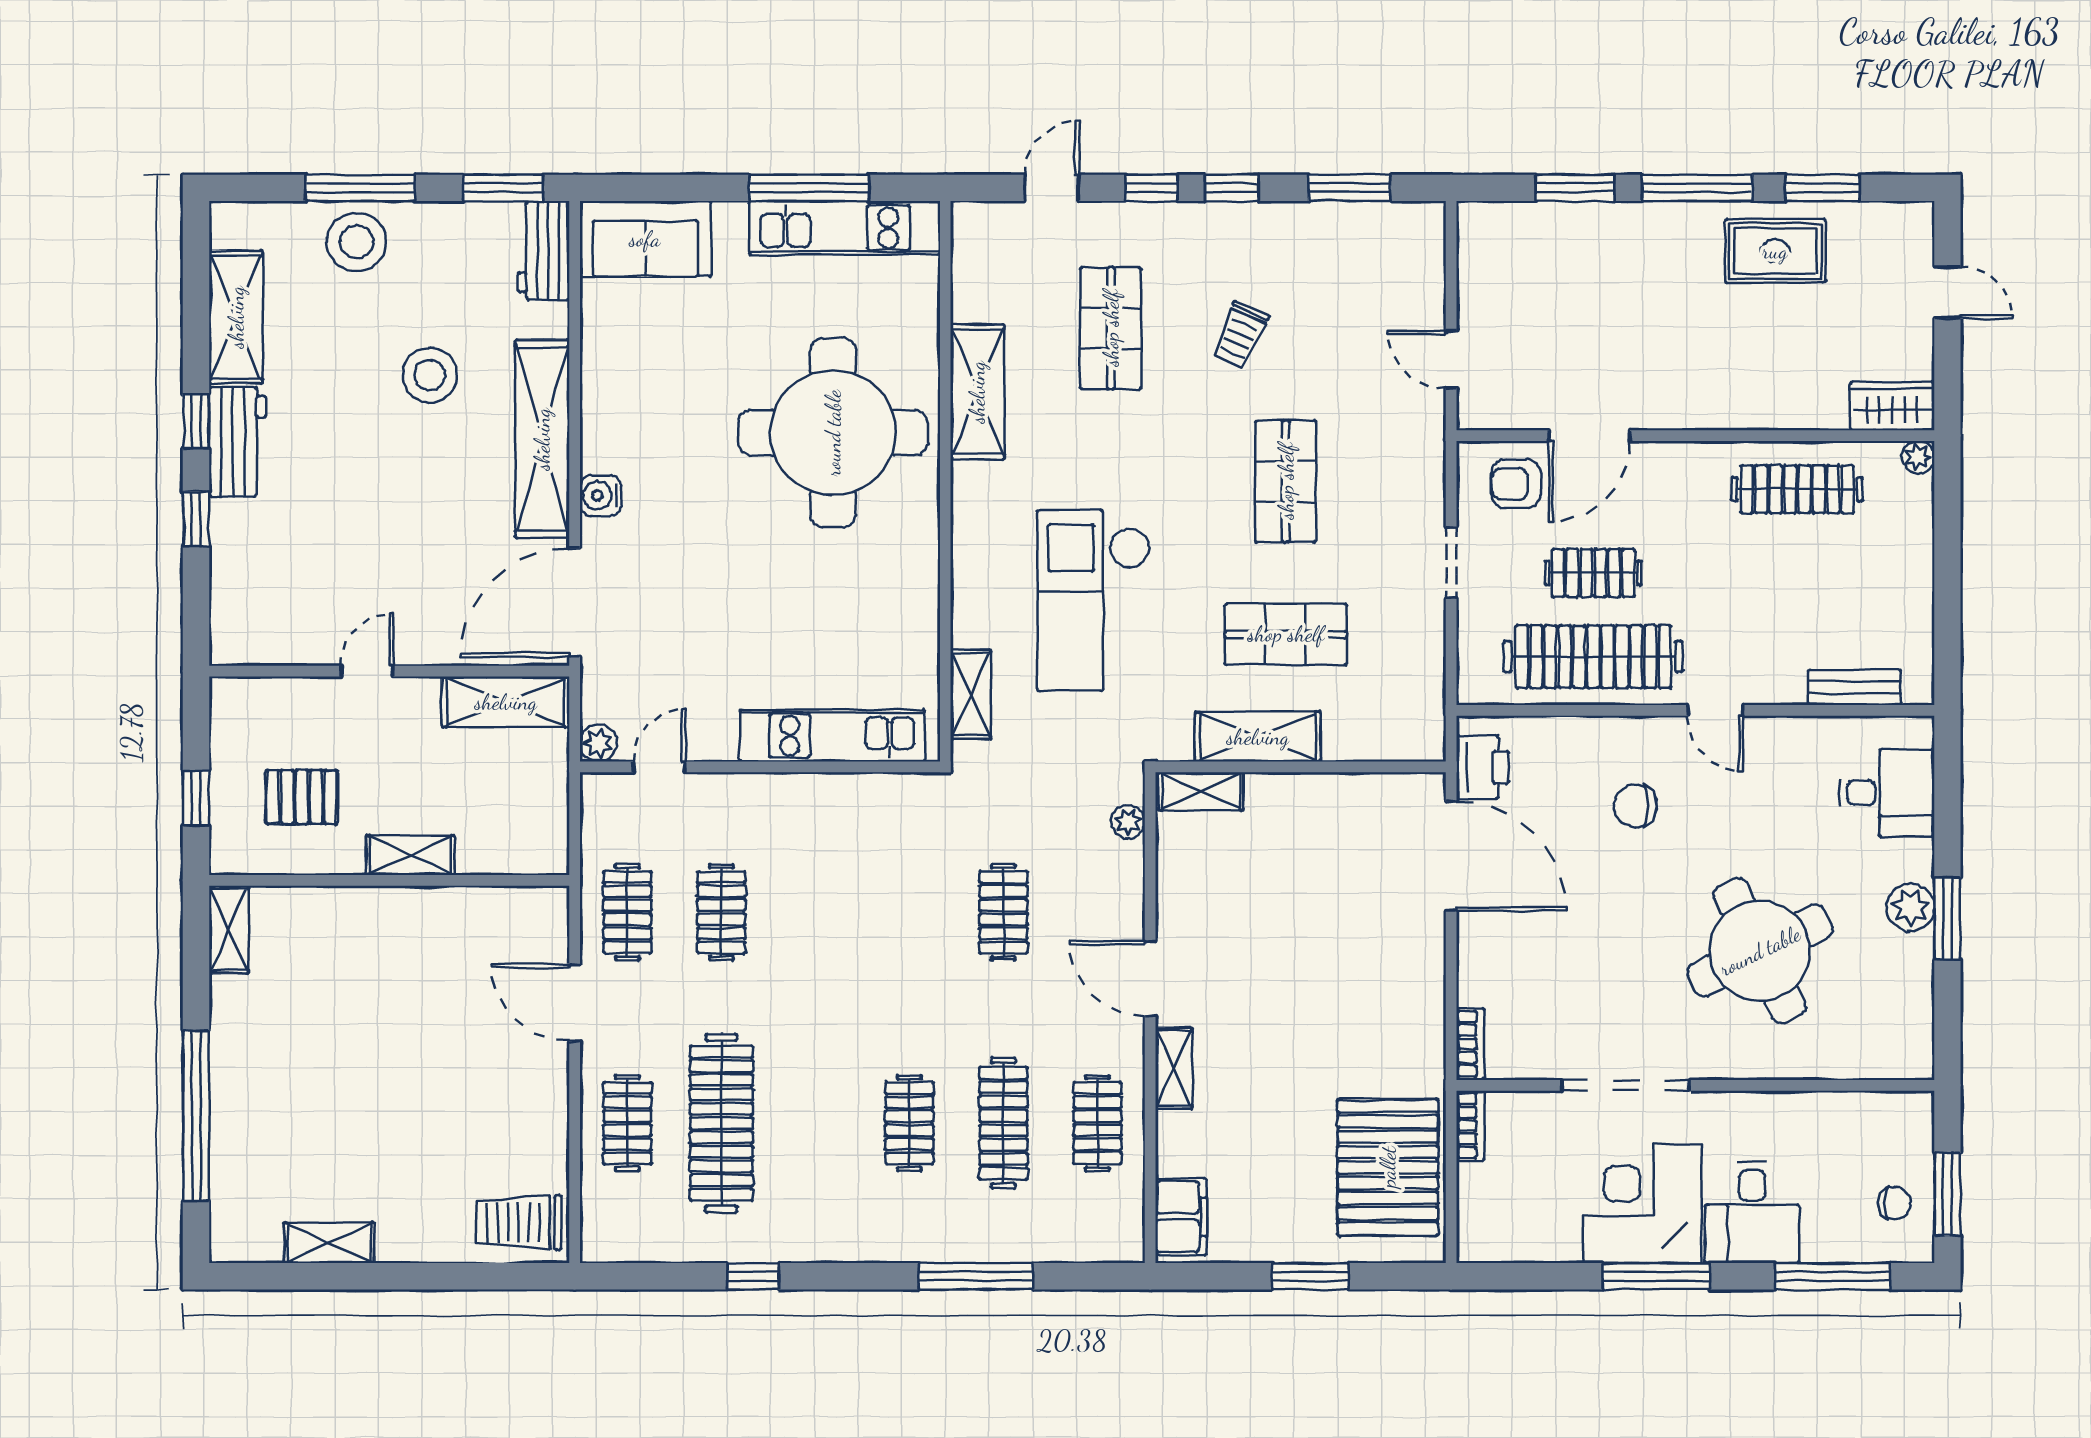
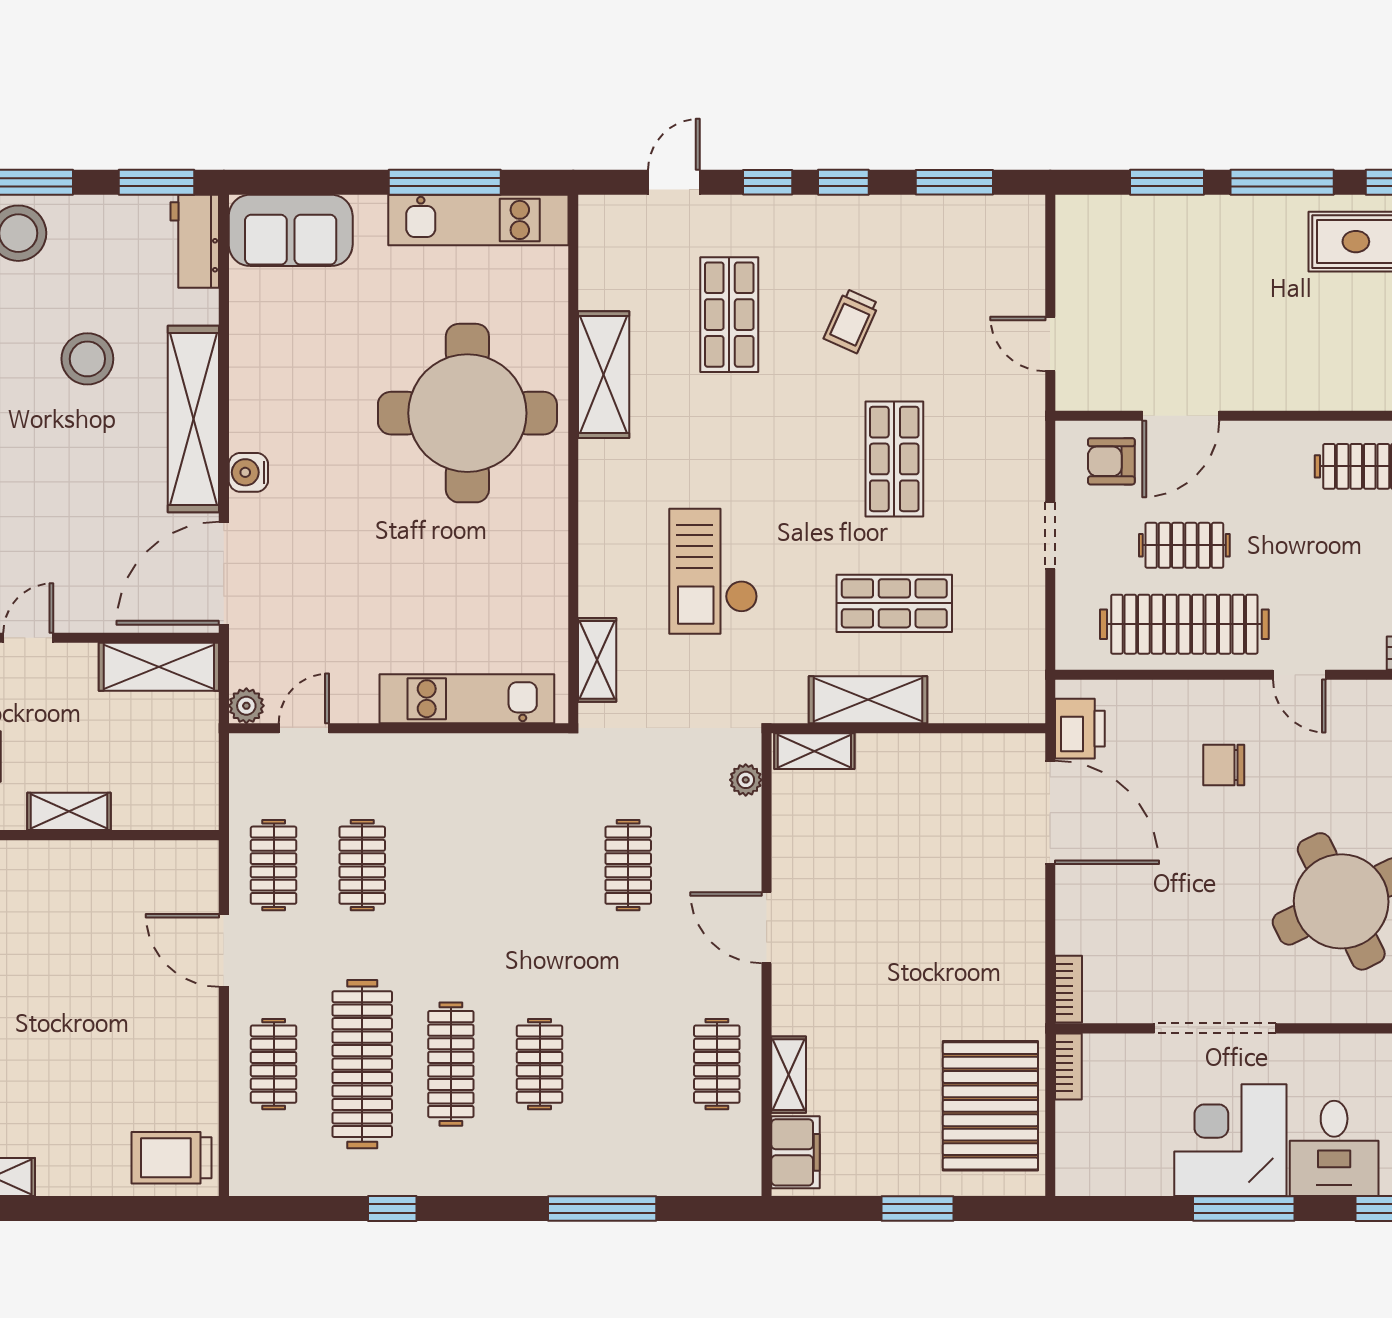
checkout: (1094, 600) -> (713, 571), width x0.73, depth x0.83
shelving: (1174, 1068) -> (789, 1075), moved
clothes rail: (1003, 1123) -> (451, 1064), moved

